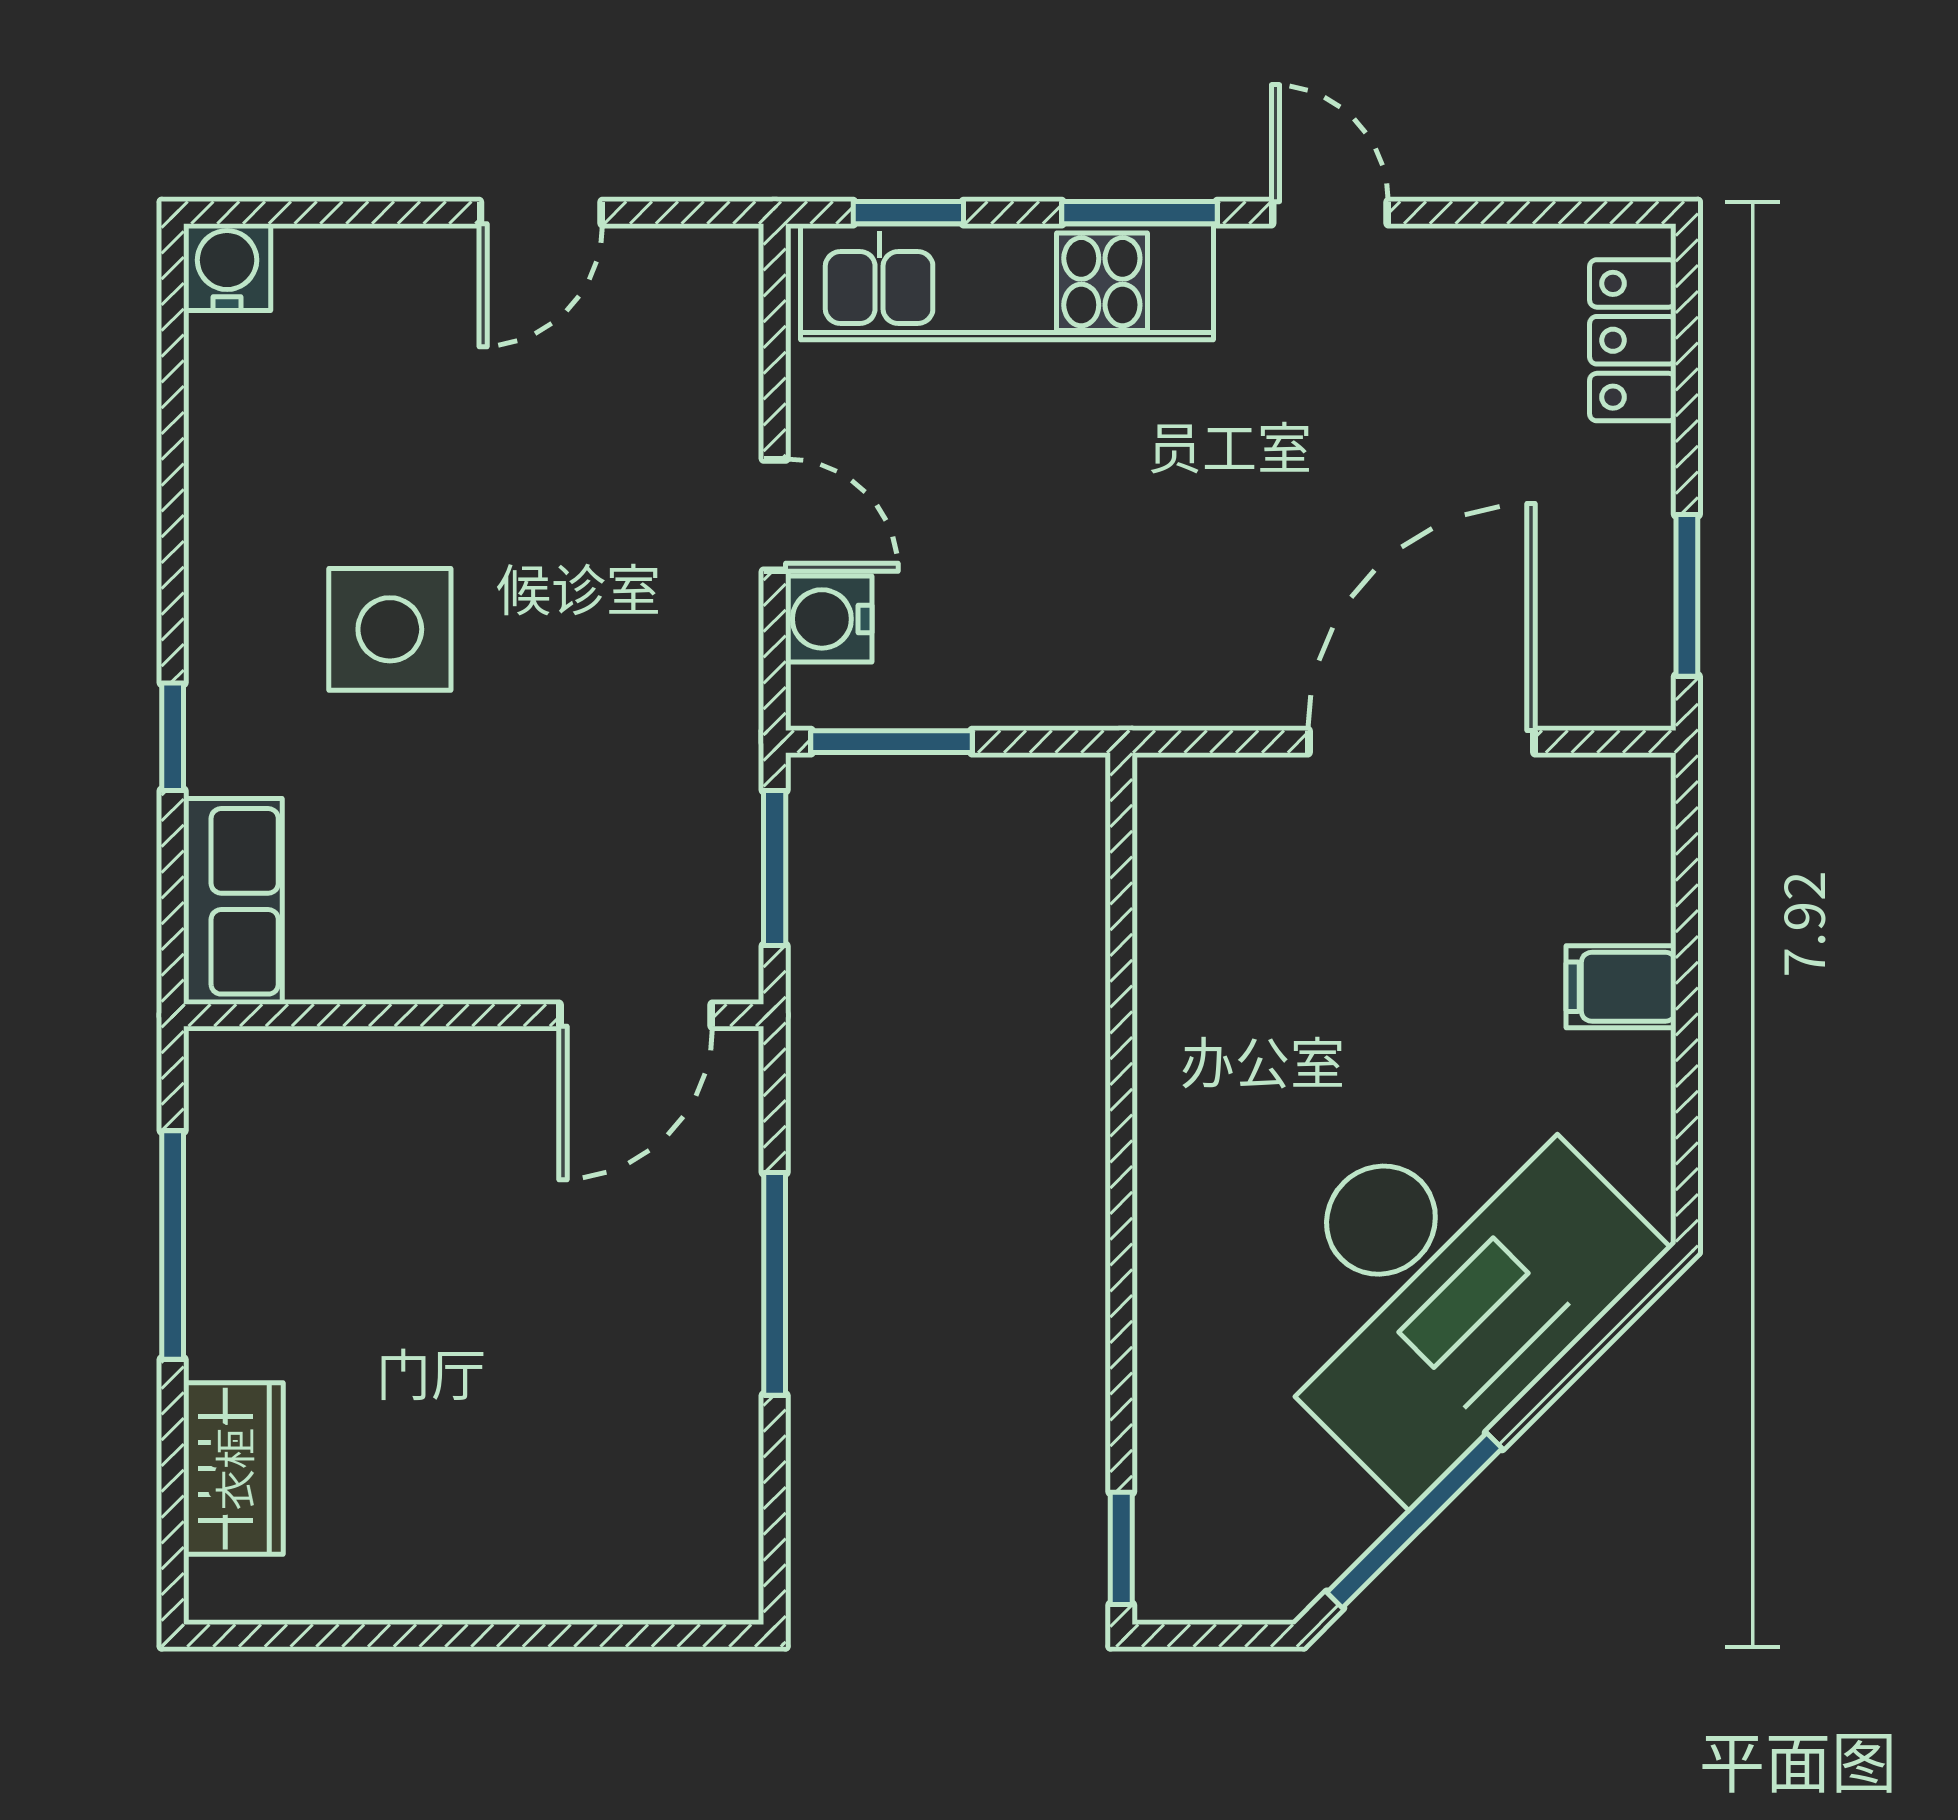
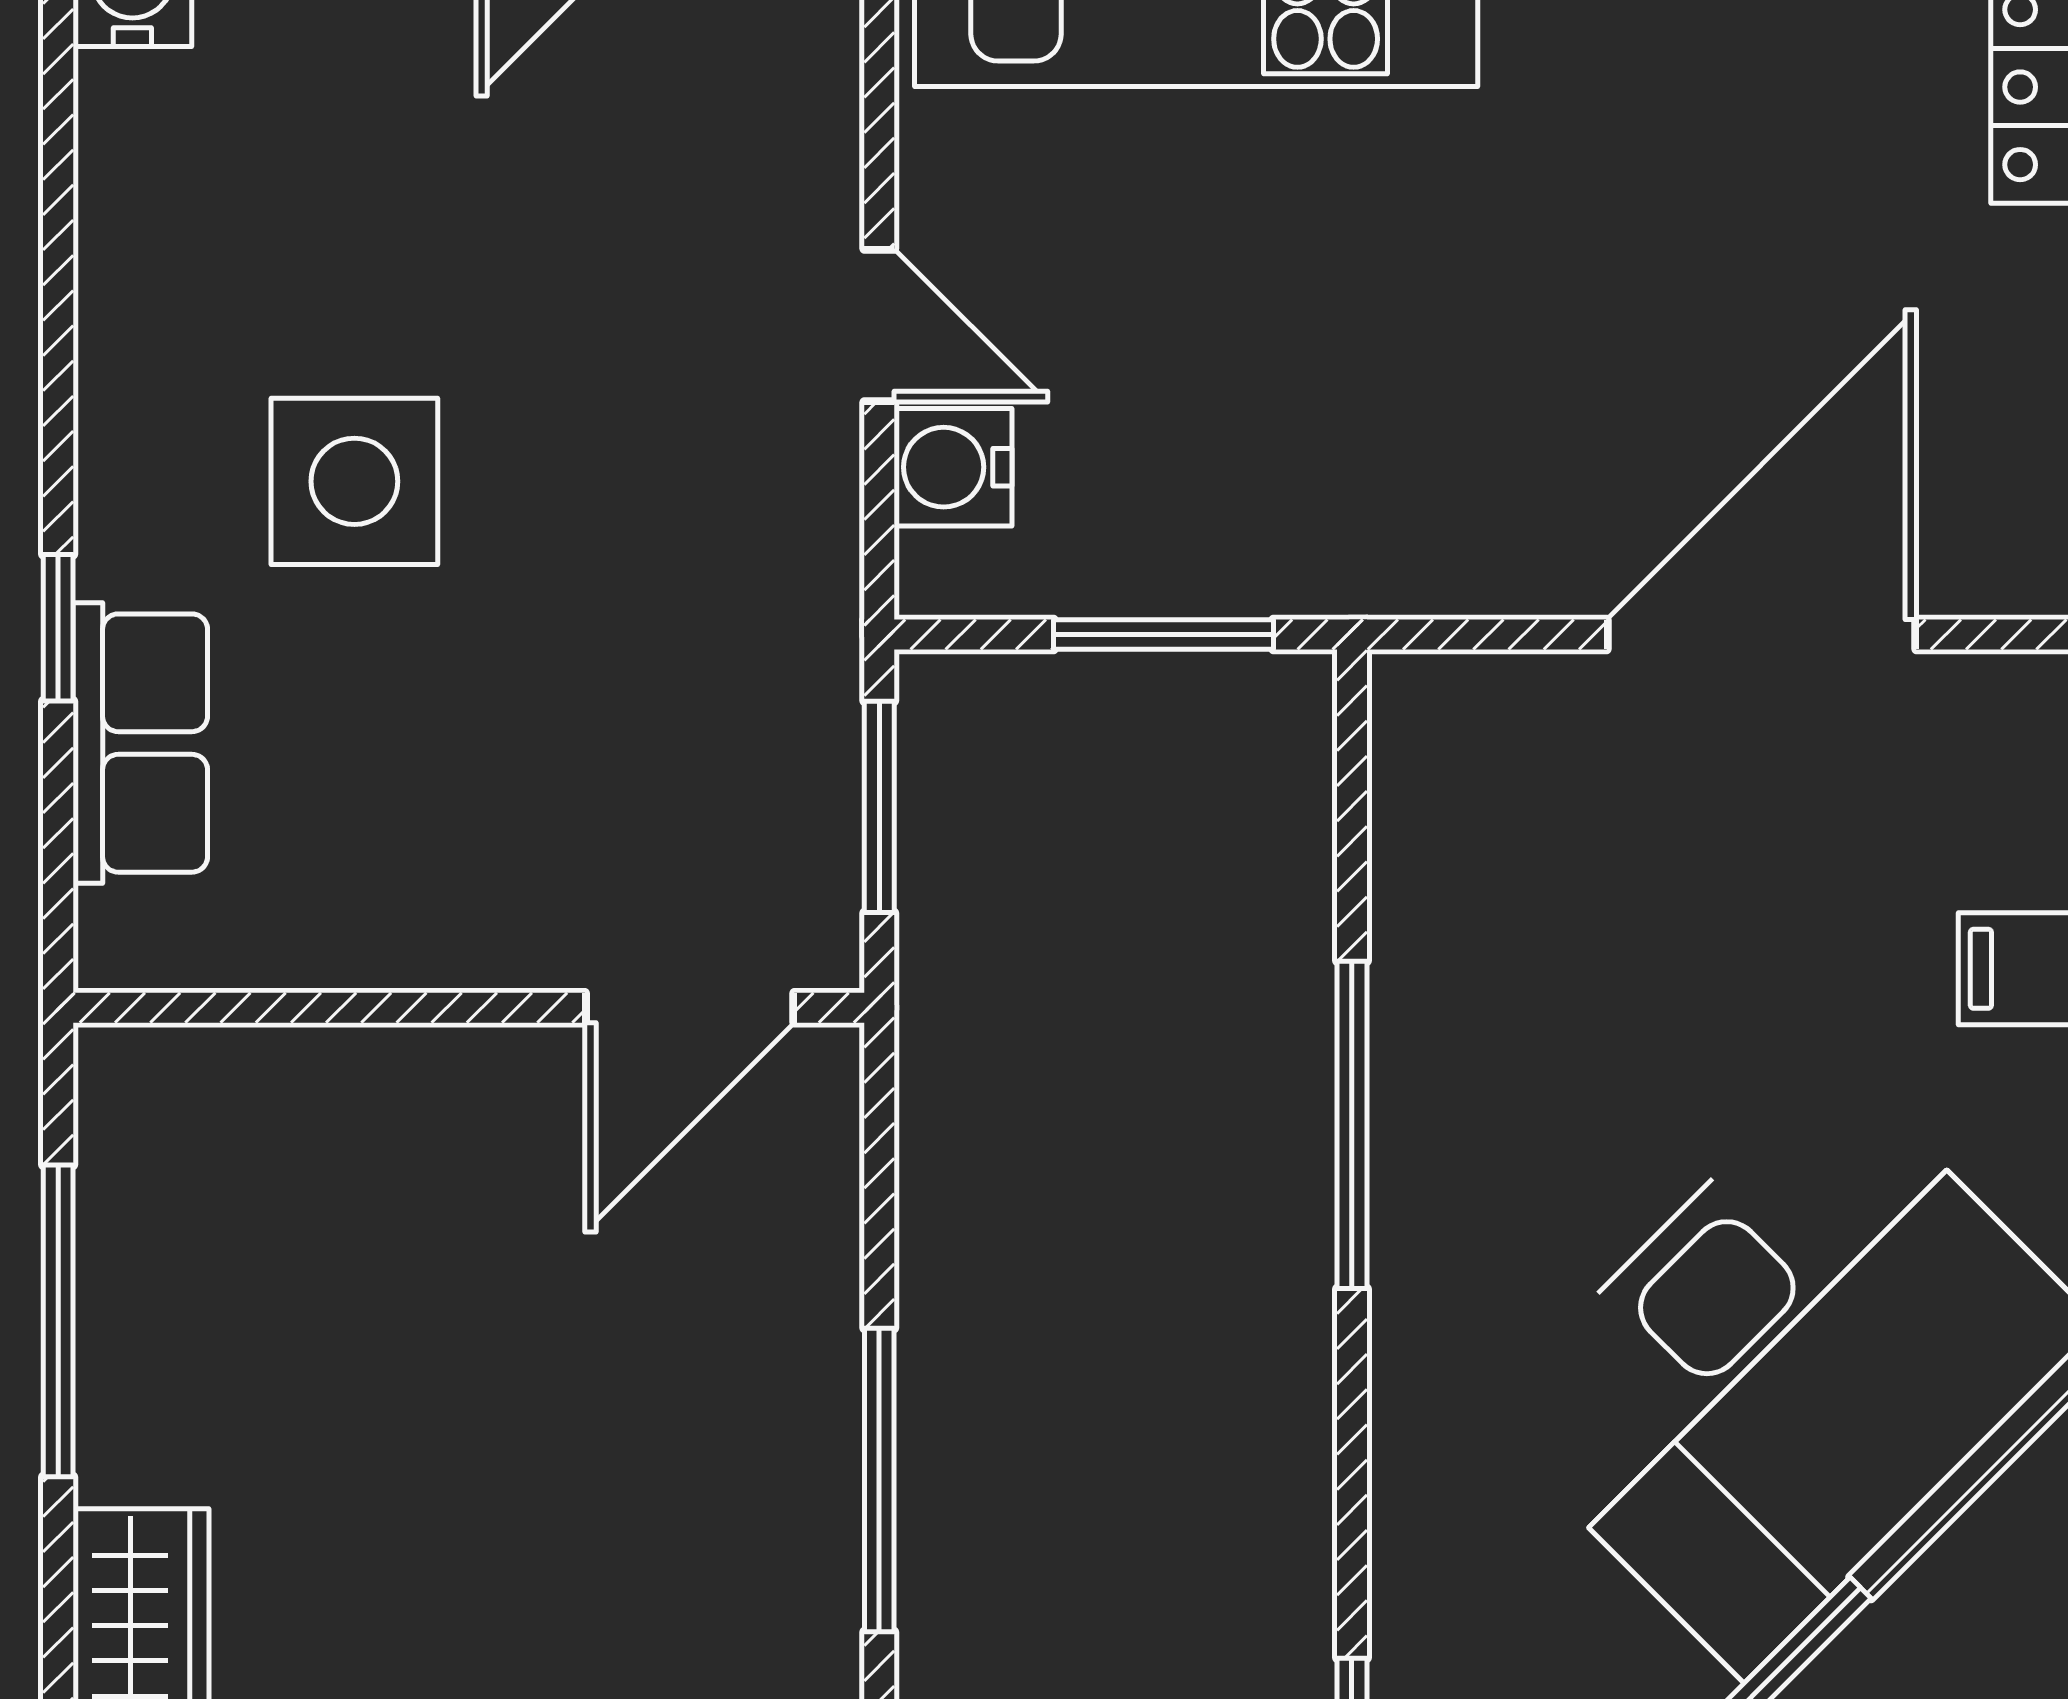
window: (892, 742) -> (1164, 634), moved
row of seats: (233, 901) -> (140, 743), moved
window: (1121, 1101) -> (1352, 1125), added
window: (775, 1284) -> (879, 1480), moved

